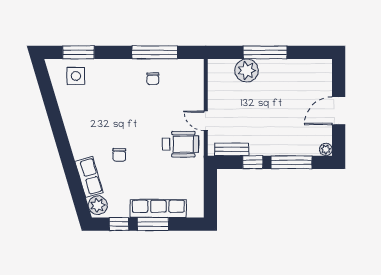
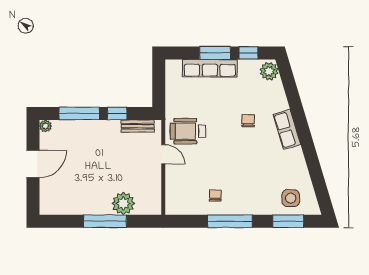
window: (155, 52) -> (230, 221), moved
row of seats: (89, 177) -> (287, 129), moved

